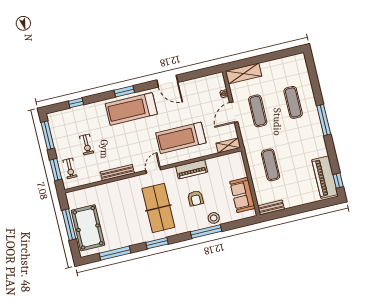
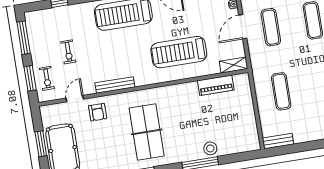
piano: (192, 169) -> (216, 85), moved
door: (153, 170) -> (75, 99), moved
bench: (117, 173) -> (115, 85), moved
sofa: (242, 195) -> (246, 124), removed
armchair: (195, 198) -> (98, 112), moved
window: (69, 225) -> (41, 144), width x0.69

